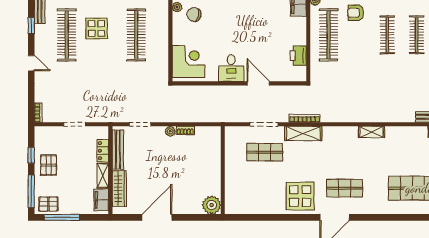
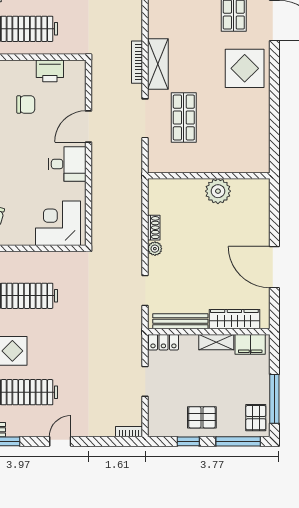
chair: (274, 38) -> (26, 104), added
locker: (103, 151) -> (163, 342), moved
plant: (212, 205) -> (218, 191), moved

